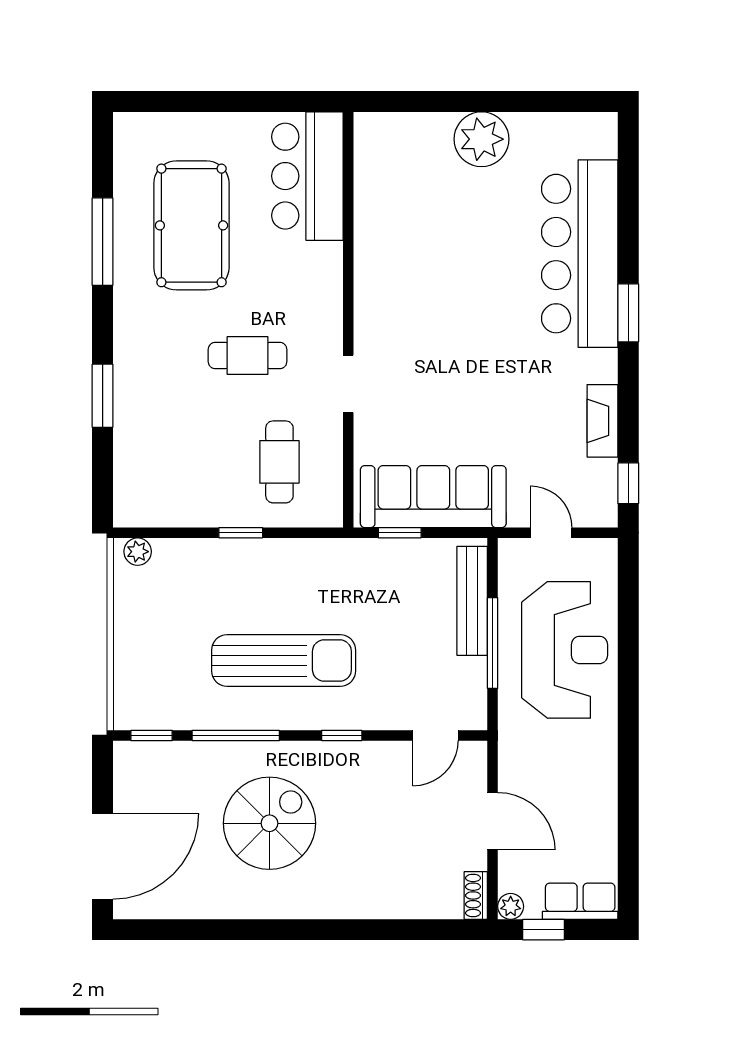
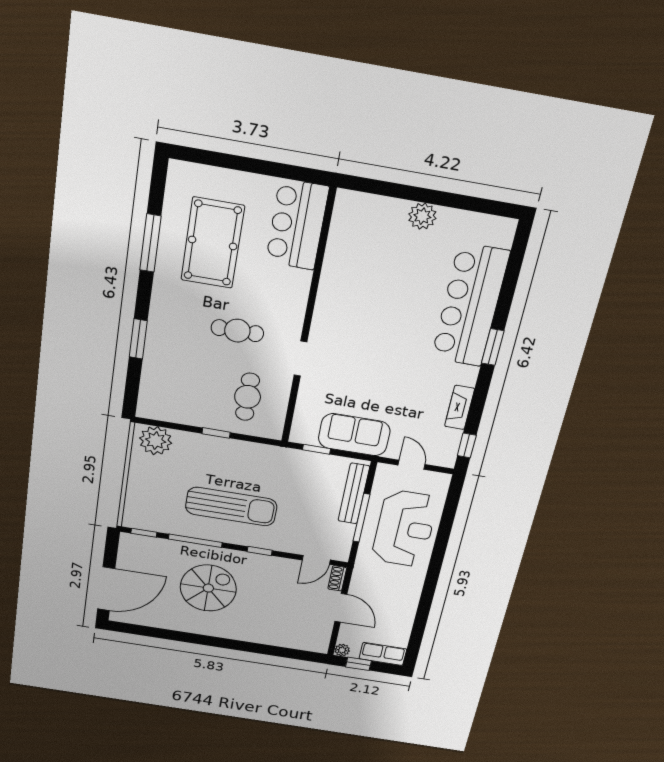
plant: (481, 139) -> (422, 216), width x0.73, depth x0.73
sofa: (433, 497) -> (354, 435), width x0.73
plant: (138, 552) -> (156, 441), width x1.87, depth x1.87
shoe rack: (476, 895) -> (337, 578), moved

